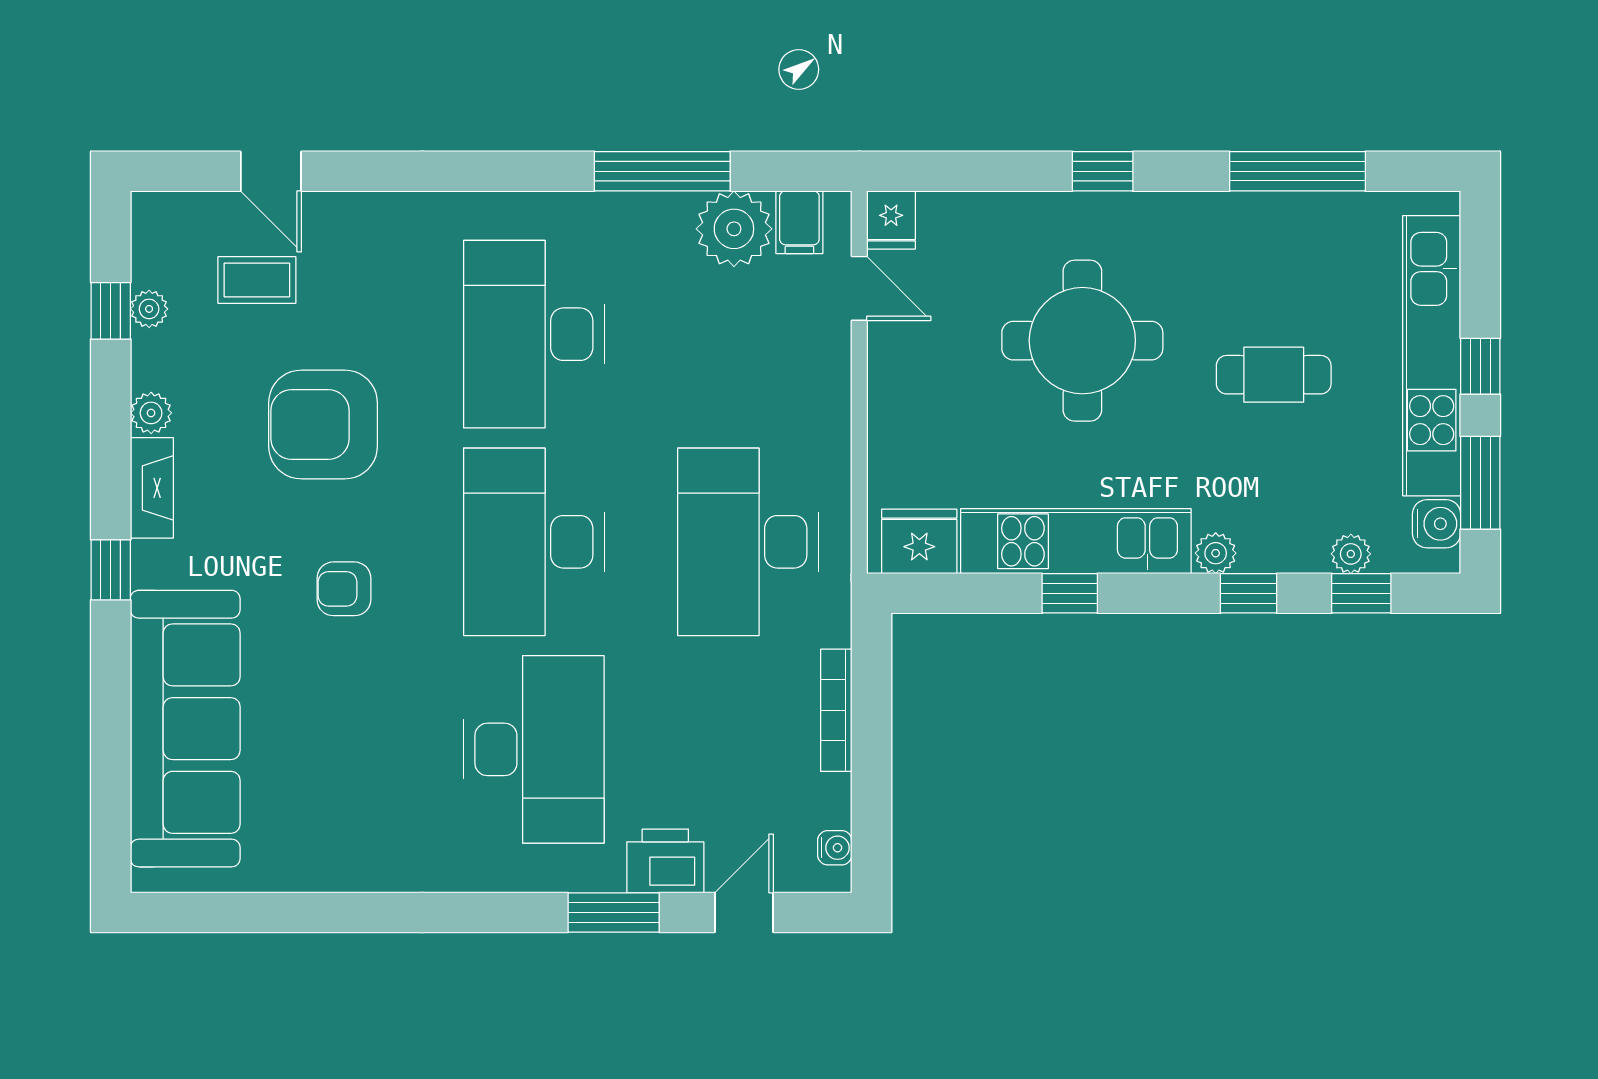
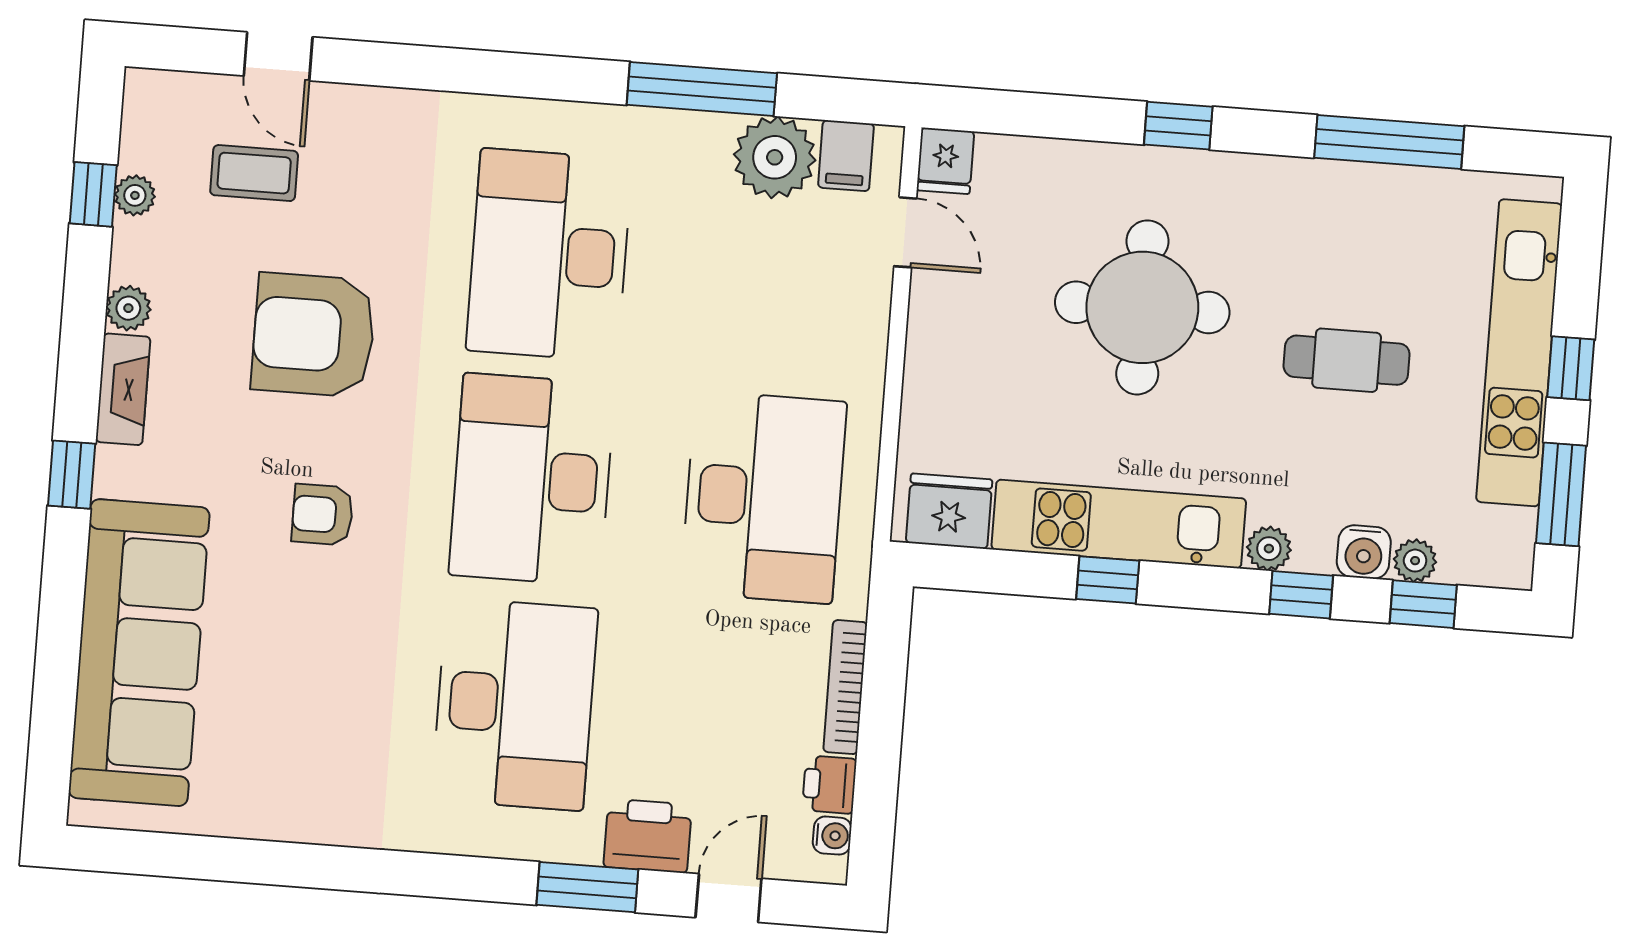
water cooler: (1437, 524) -> (1364, 552), moved, turned 90
desk: (748, 542) -> (764, 497), turned 180
printer: (829, 801) -> (829, 785), added

